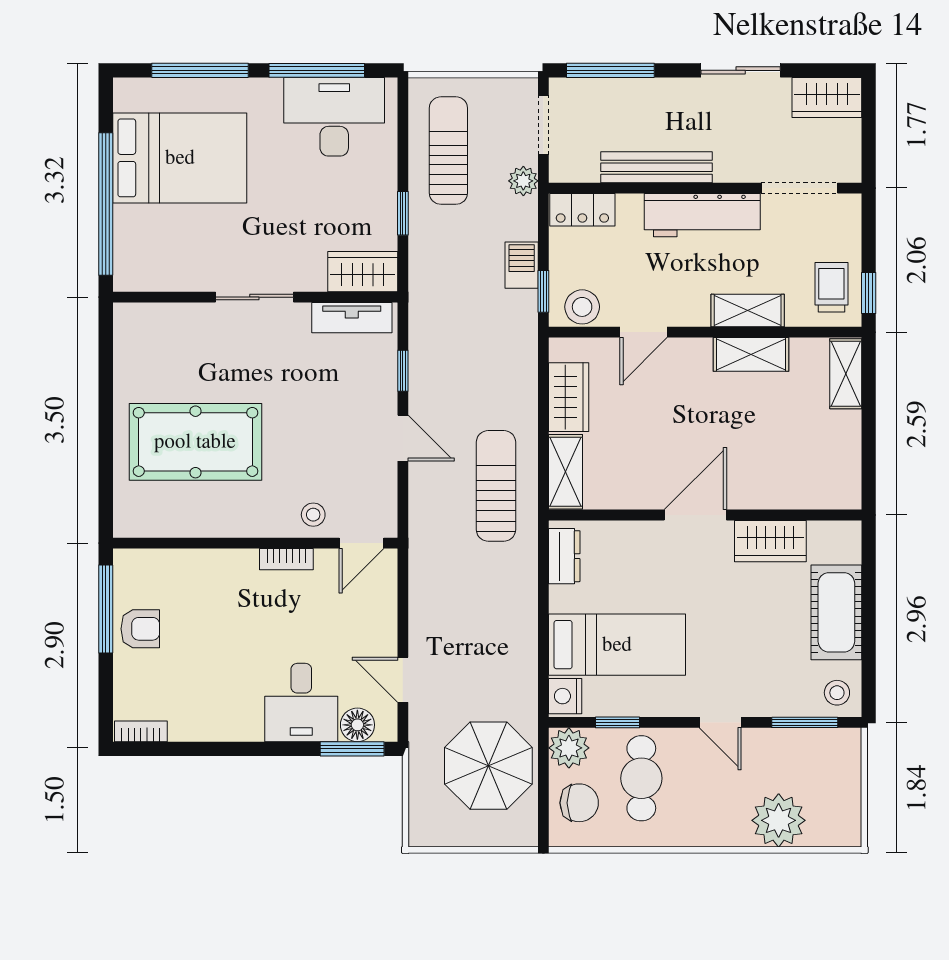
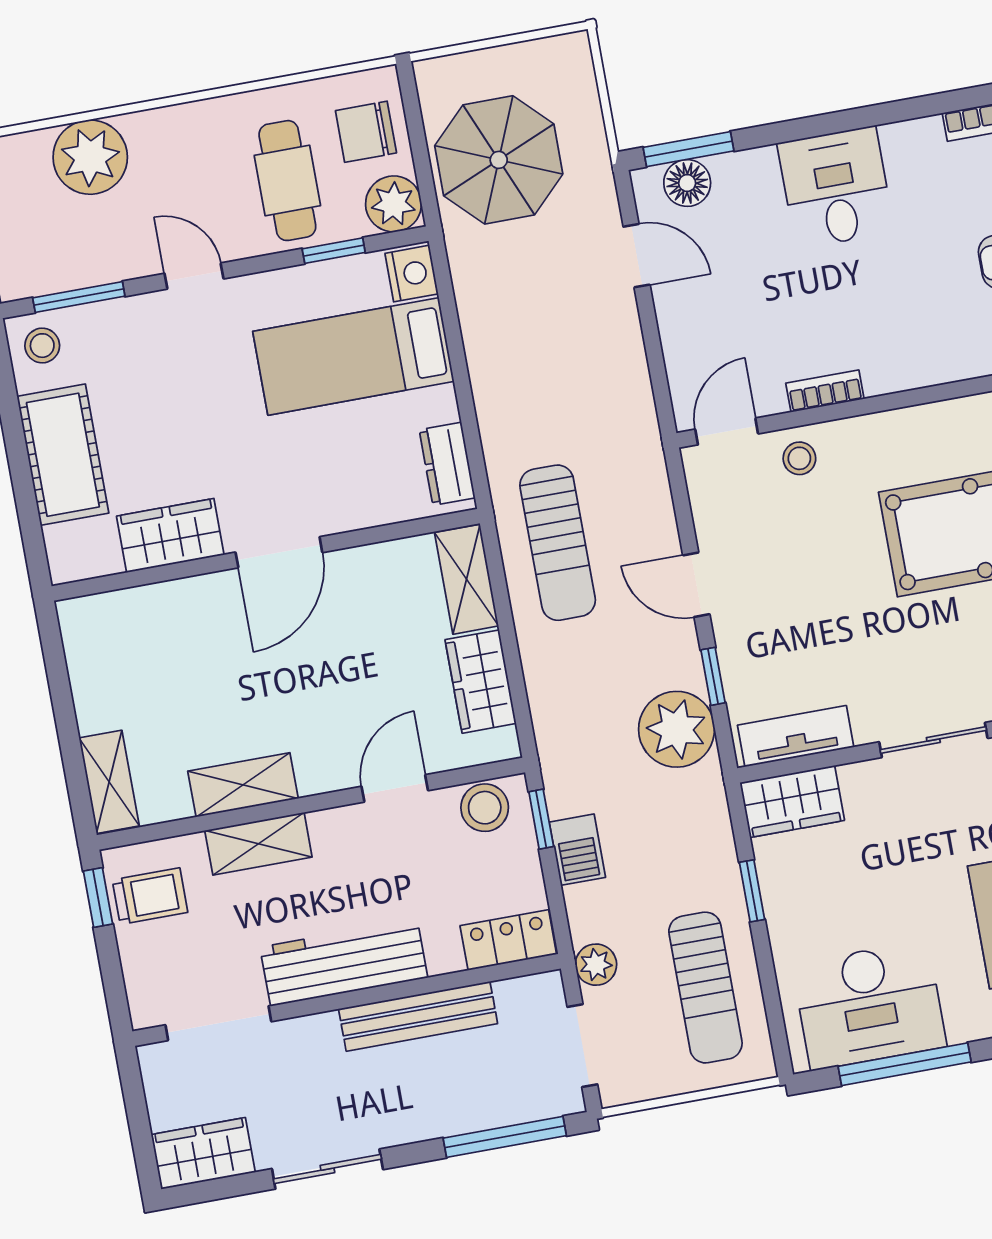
trolley: (831, 287) -> (150, 896), turned -90
plant: (436, 338) -> (677, 729), added
desk: (301, 703) -> (836, 187), moved

